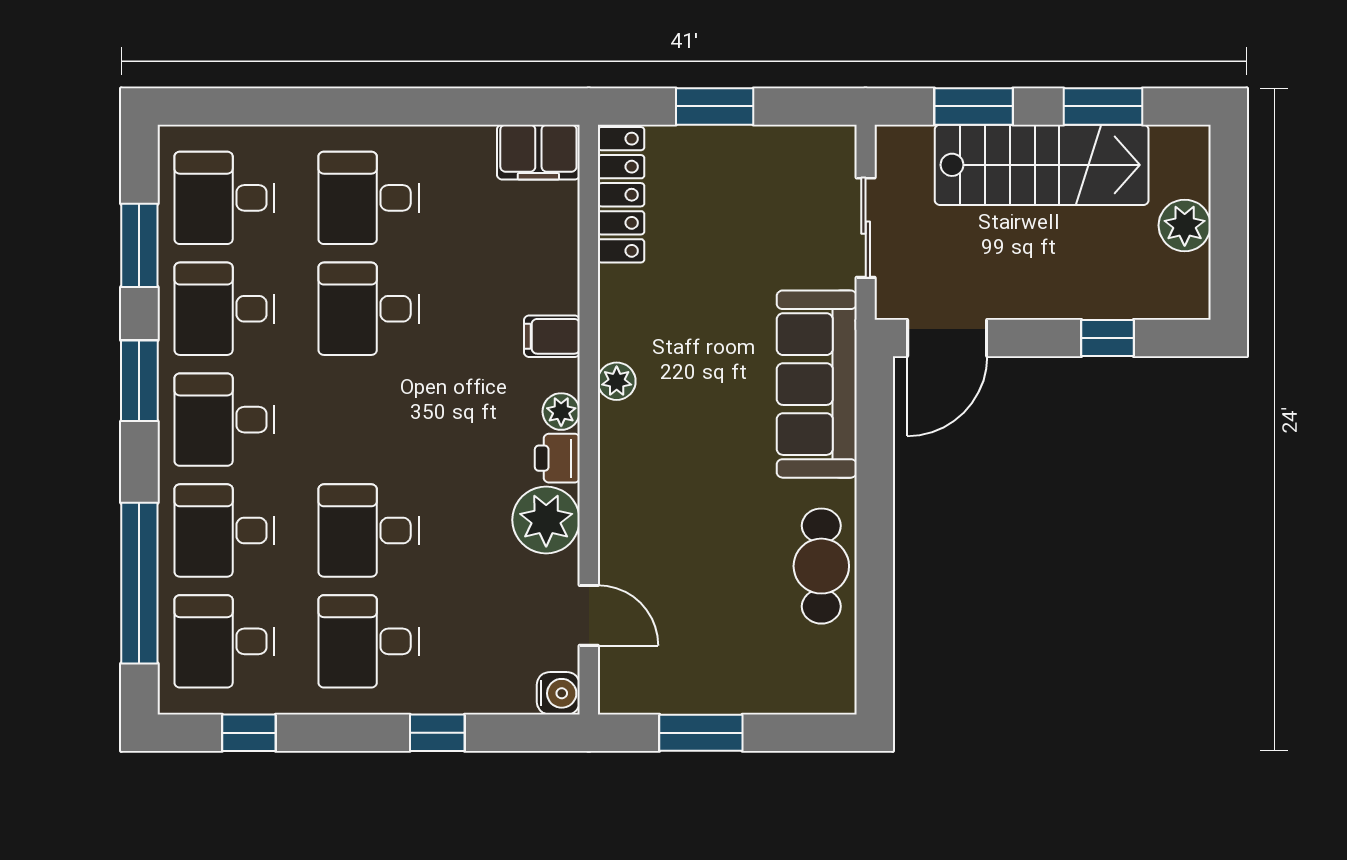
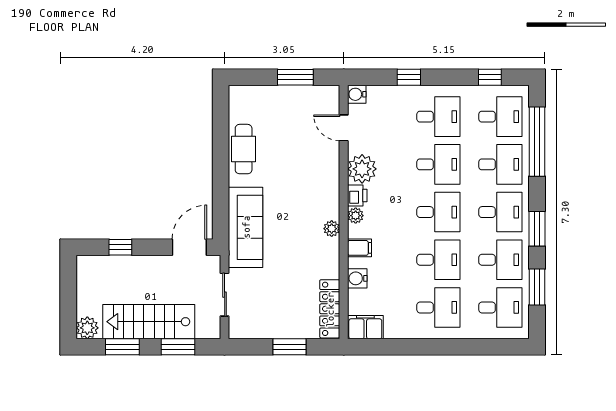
plant: (1185, 225) -> (87, 328), moved
water cooler: (557, 266) -> (357, 278), added
desk: (369, 420) -> (438, 212), added

